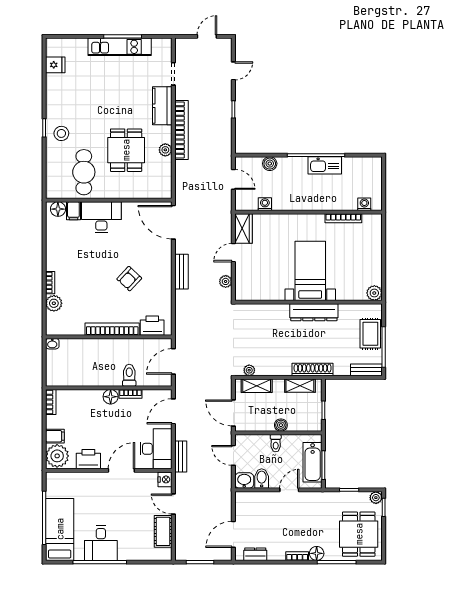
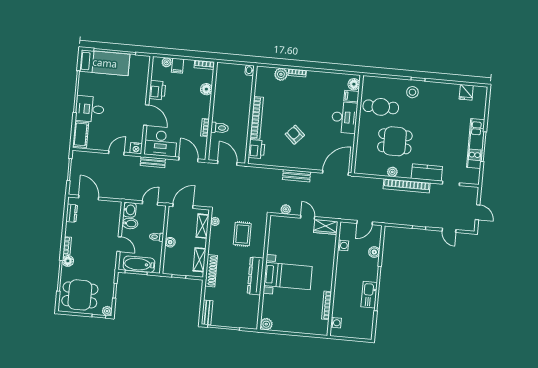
rug: (370, 334) -> (242, 234), moved, turned 90
floor lamp: (111, 397) -> (206, 89), moved
plant: (57, 456) -> (167, 62), width x0.53, depth x0.53
cot: (163, 531) -> (81, 134), moved, turned 90
desk: (101, 543) -> (90, 109), moved

